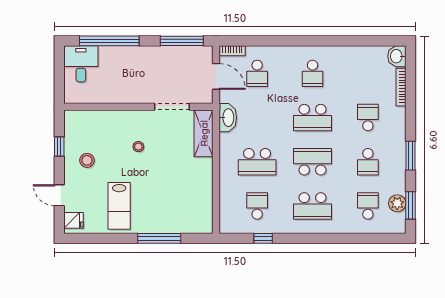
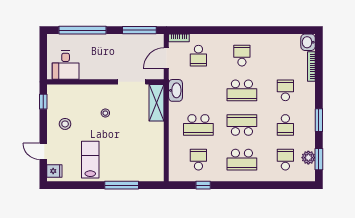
desk: (81, 64) -> (66, 65), moved, turned 180
school desk: (313, 73) -> (242, 56), turned 180
door: (216, 76) -> (166, 58), swing flipped
window: (59, 146) -> (43, 102), moved
lab bench: (119, 206) -> (90, 160), turned 180

